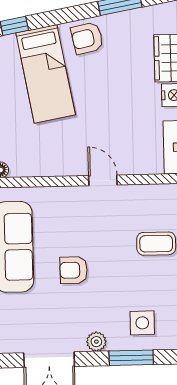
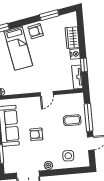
door: (103, 180) -> (47, 94), swing flipped
window: (131, 358) -> (64, 172), removed

